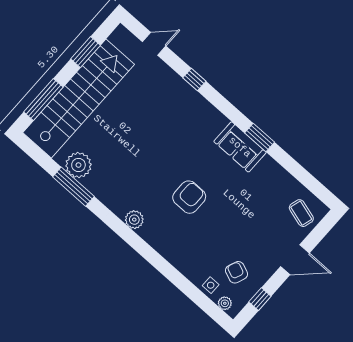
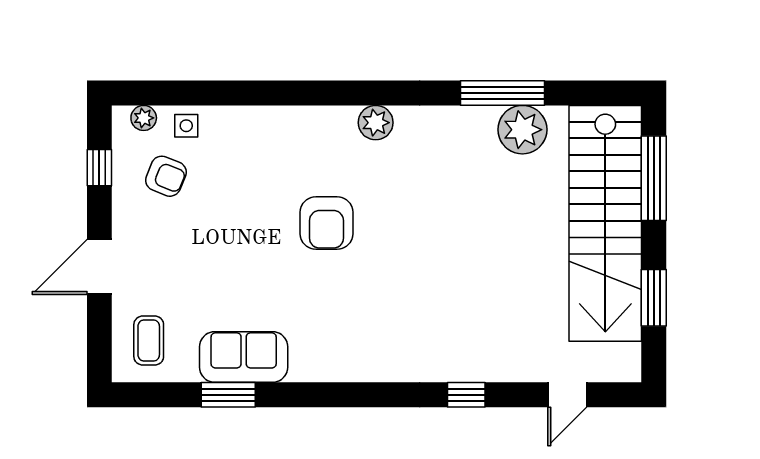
window: (260, 137) -> (228, 395), moved
sofa: (240, 147) -> (244, 357), moved
coffee table: (301, 213) -> (149, 341), turned 74

